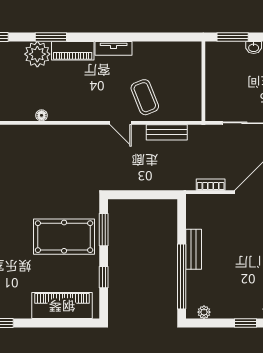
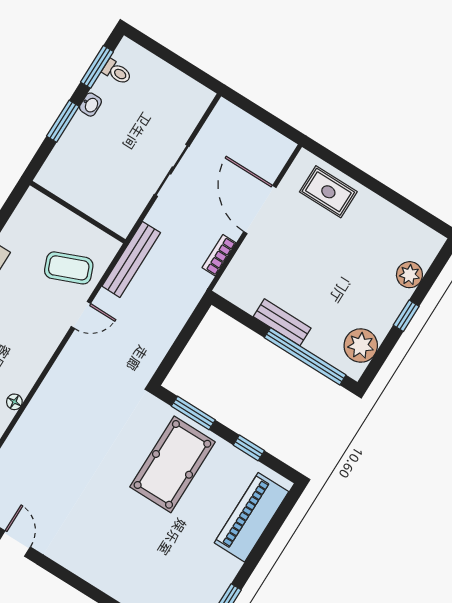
wall: (203, 81) -> (78, 212), moved
bench: (167, 132) -> (131, 259), width x1.36
plant: (204, 312) -> (361, 346), width x1.88, depth x1.88

